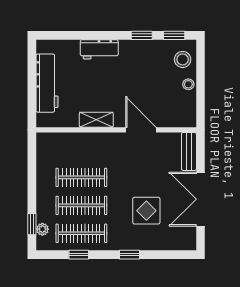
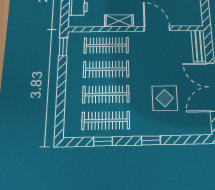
clothes rail: (81, 149) -> (106, 45), added
window: (32, 224) -> (63, 47), moved
plant: (42, 229) -> (70, 117), removed

